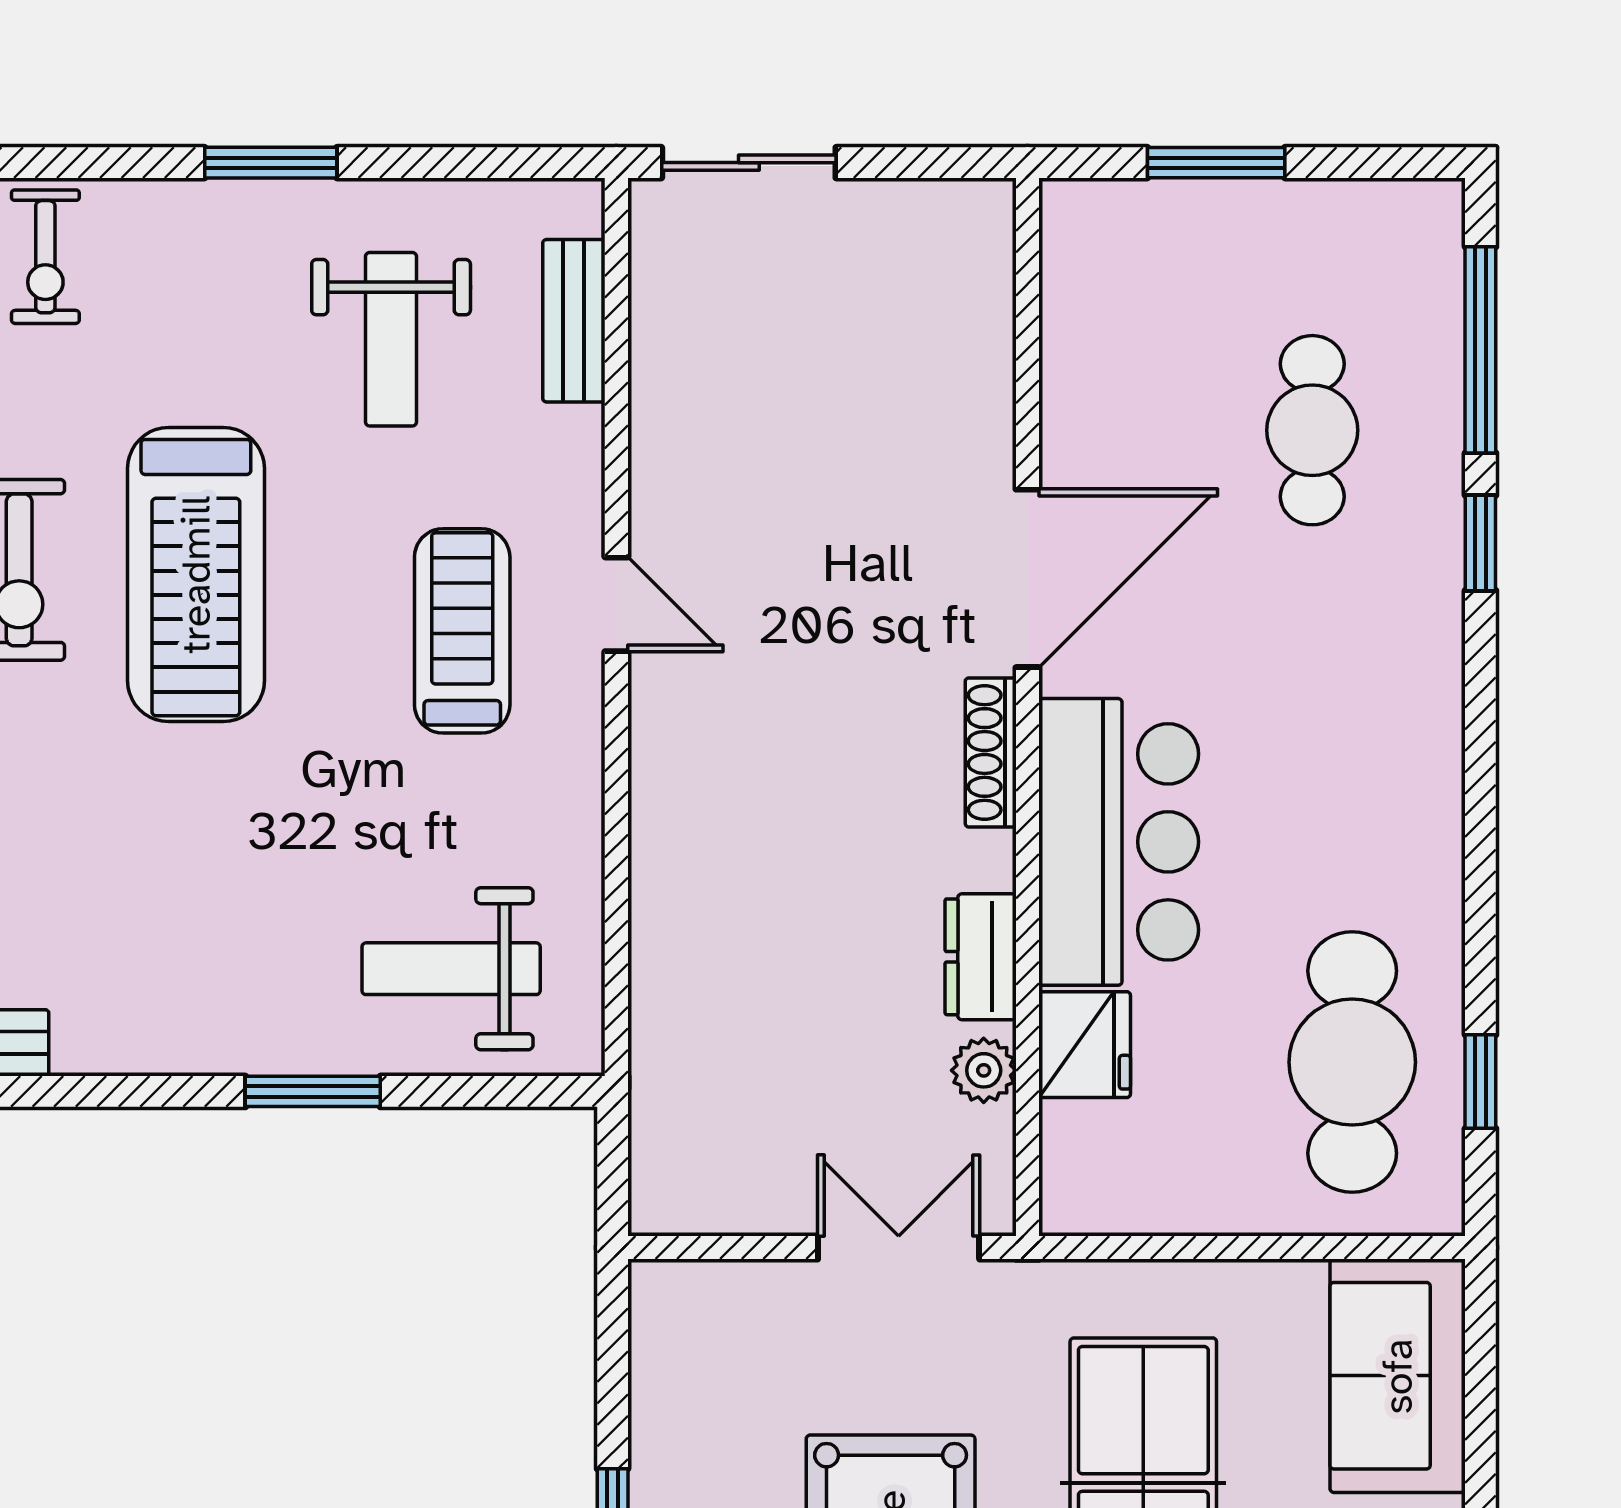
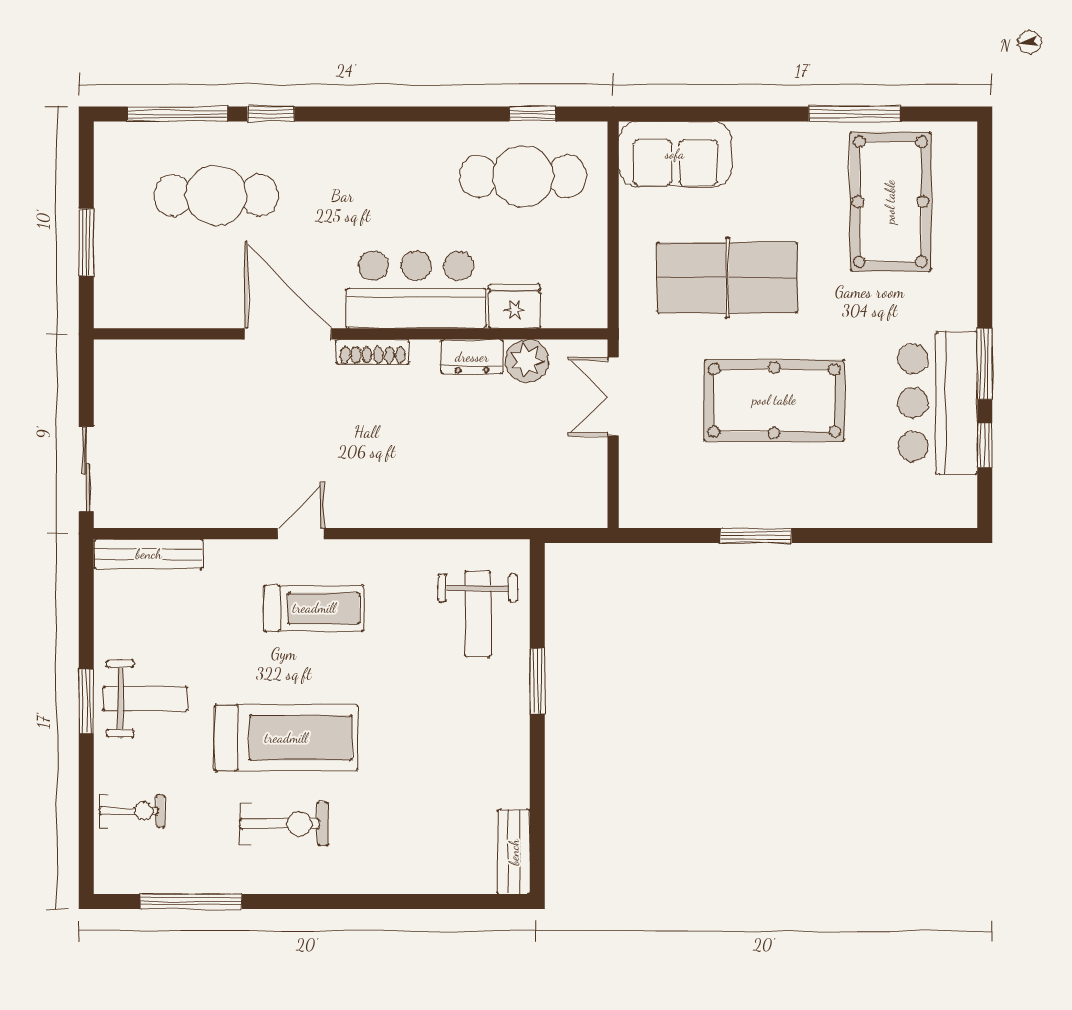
bench: (574, 321) -> (149, 554), width x1.36
weight bench: (391, 339) -> (145, 699), moved
cafe table: (1312, 430) -> (216, 196), width x1.37, depth x1.35
treadmill: (462, 631) -> (314, 608), turned 180
plant: (984, 1070) -> (527, 361), width x1.38, depth x1.38

